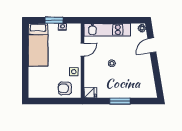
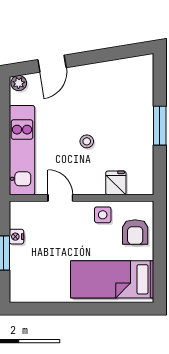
bed: (38, 45) -> (112, 279), moved, turned 180
door: (152, 45) -> (52, 64), hinge flipped
fridge: (90, 93) -> (116, 183), moved

